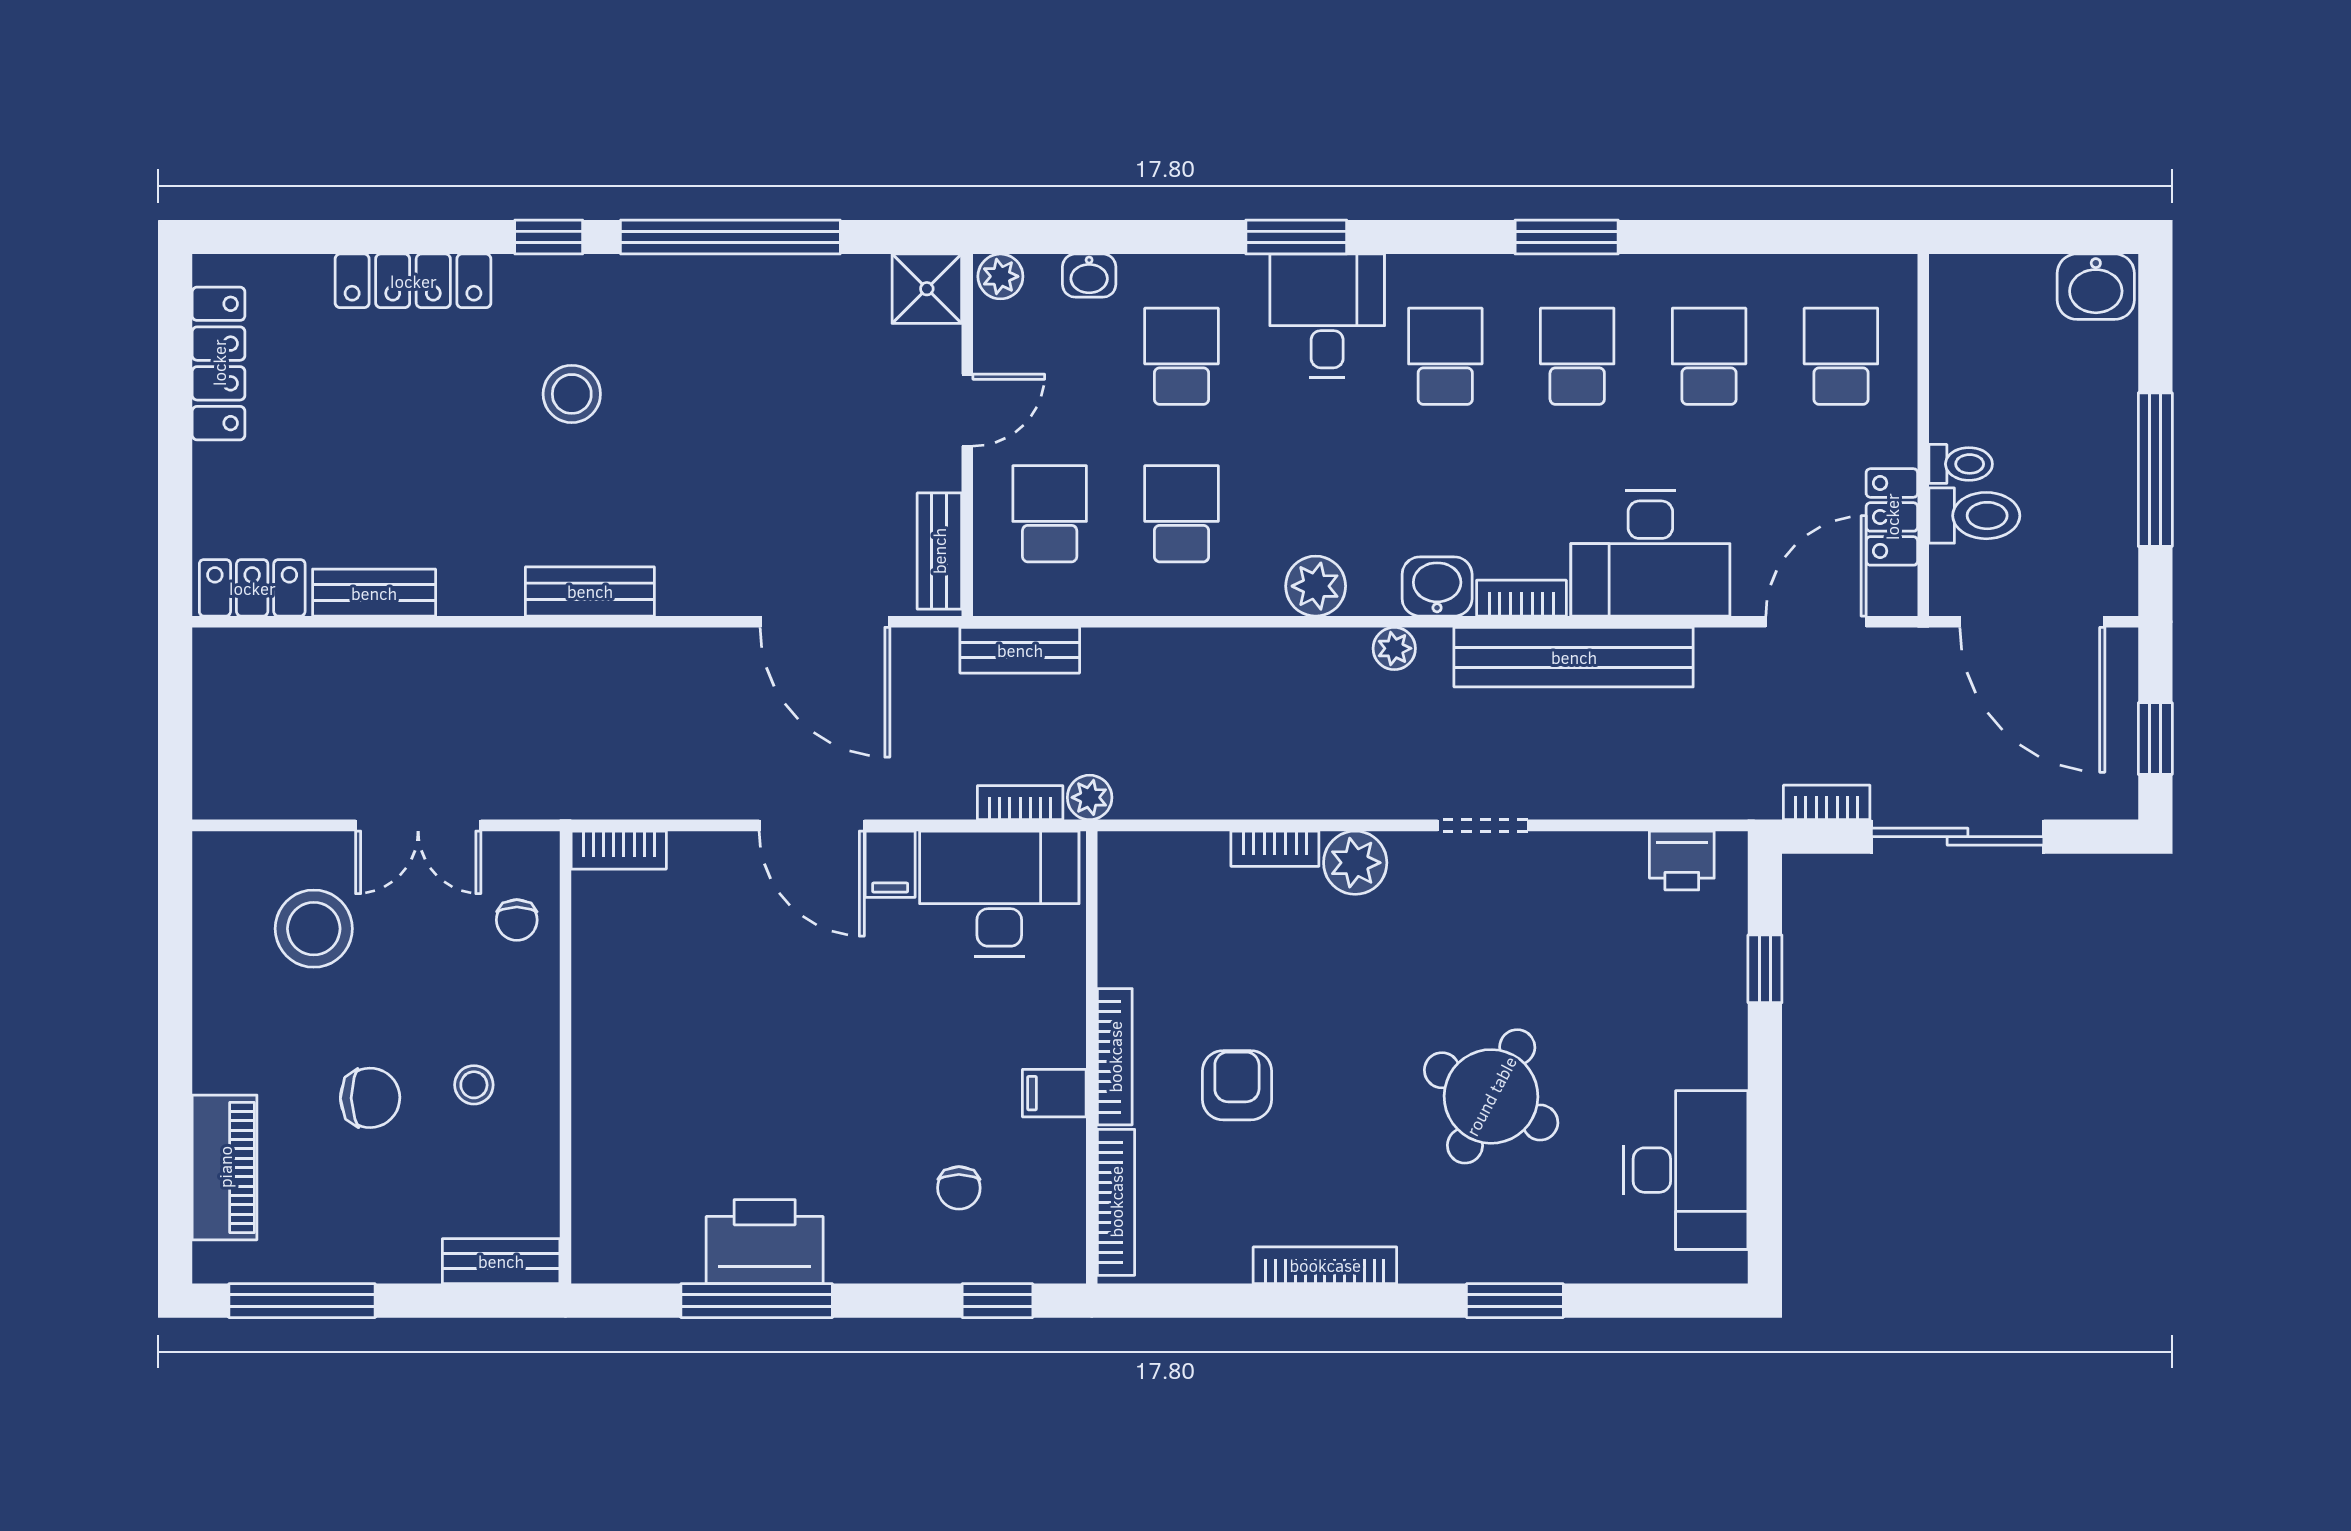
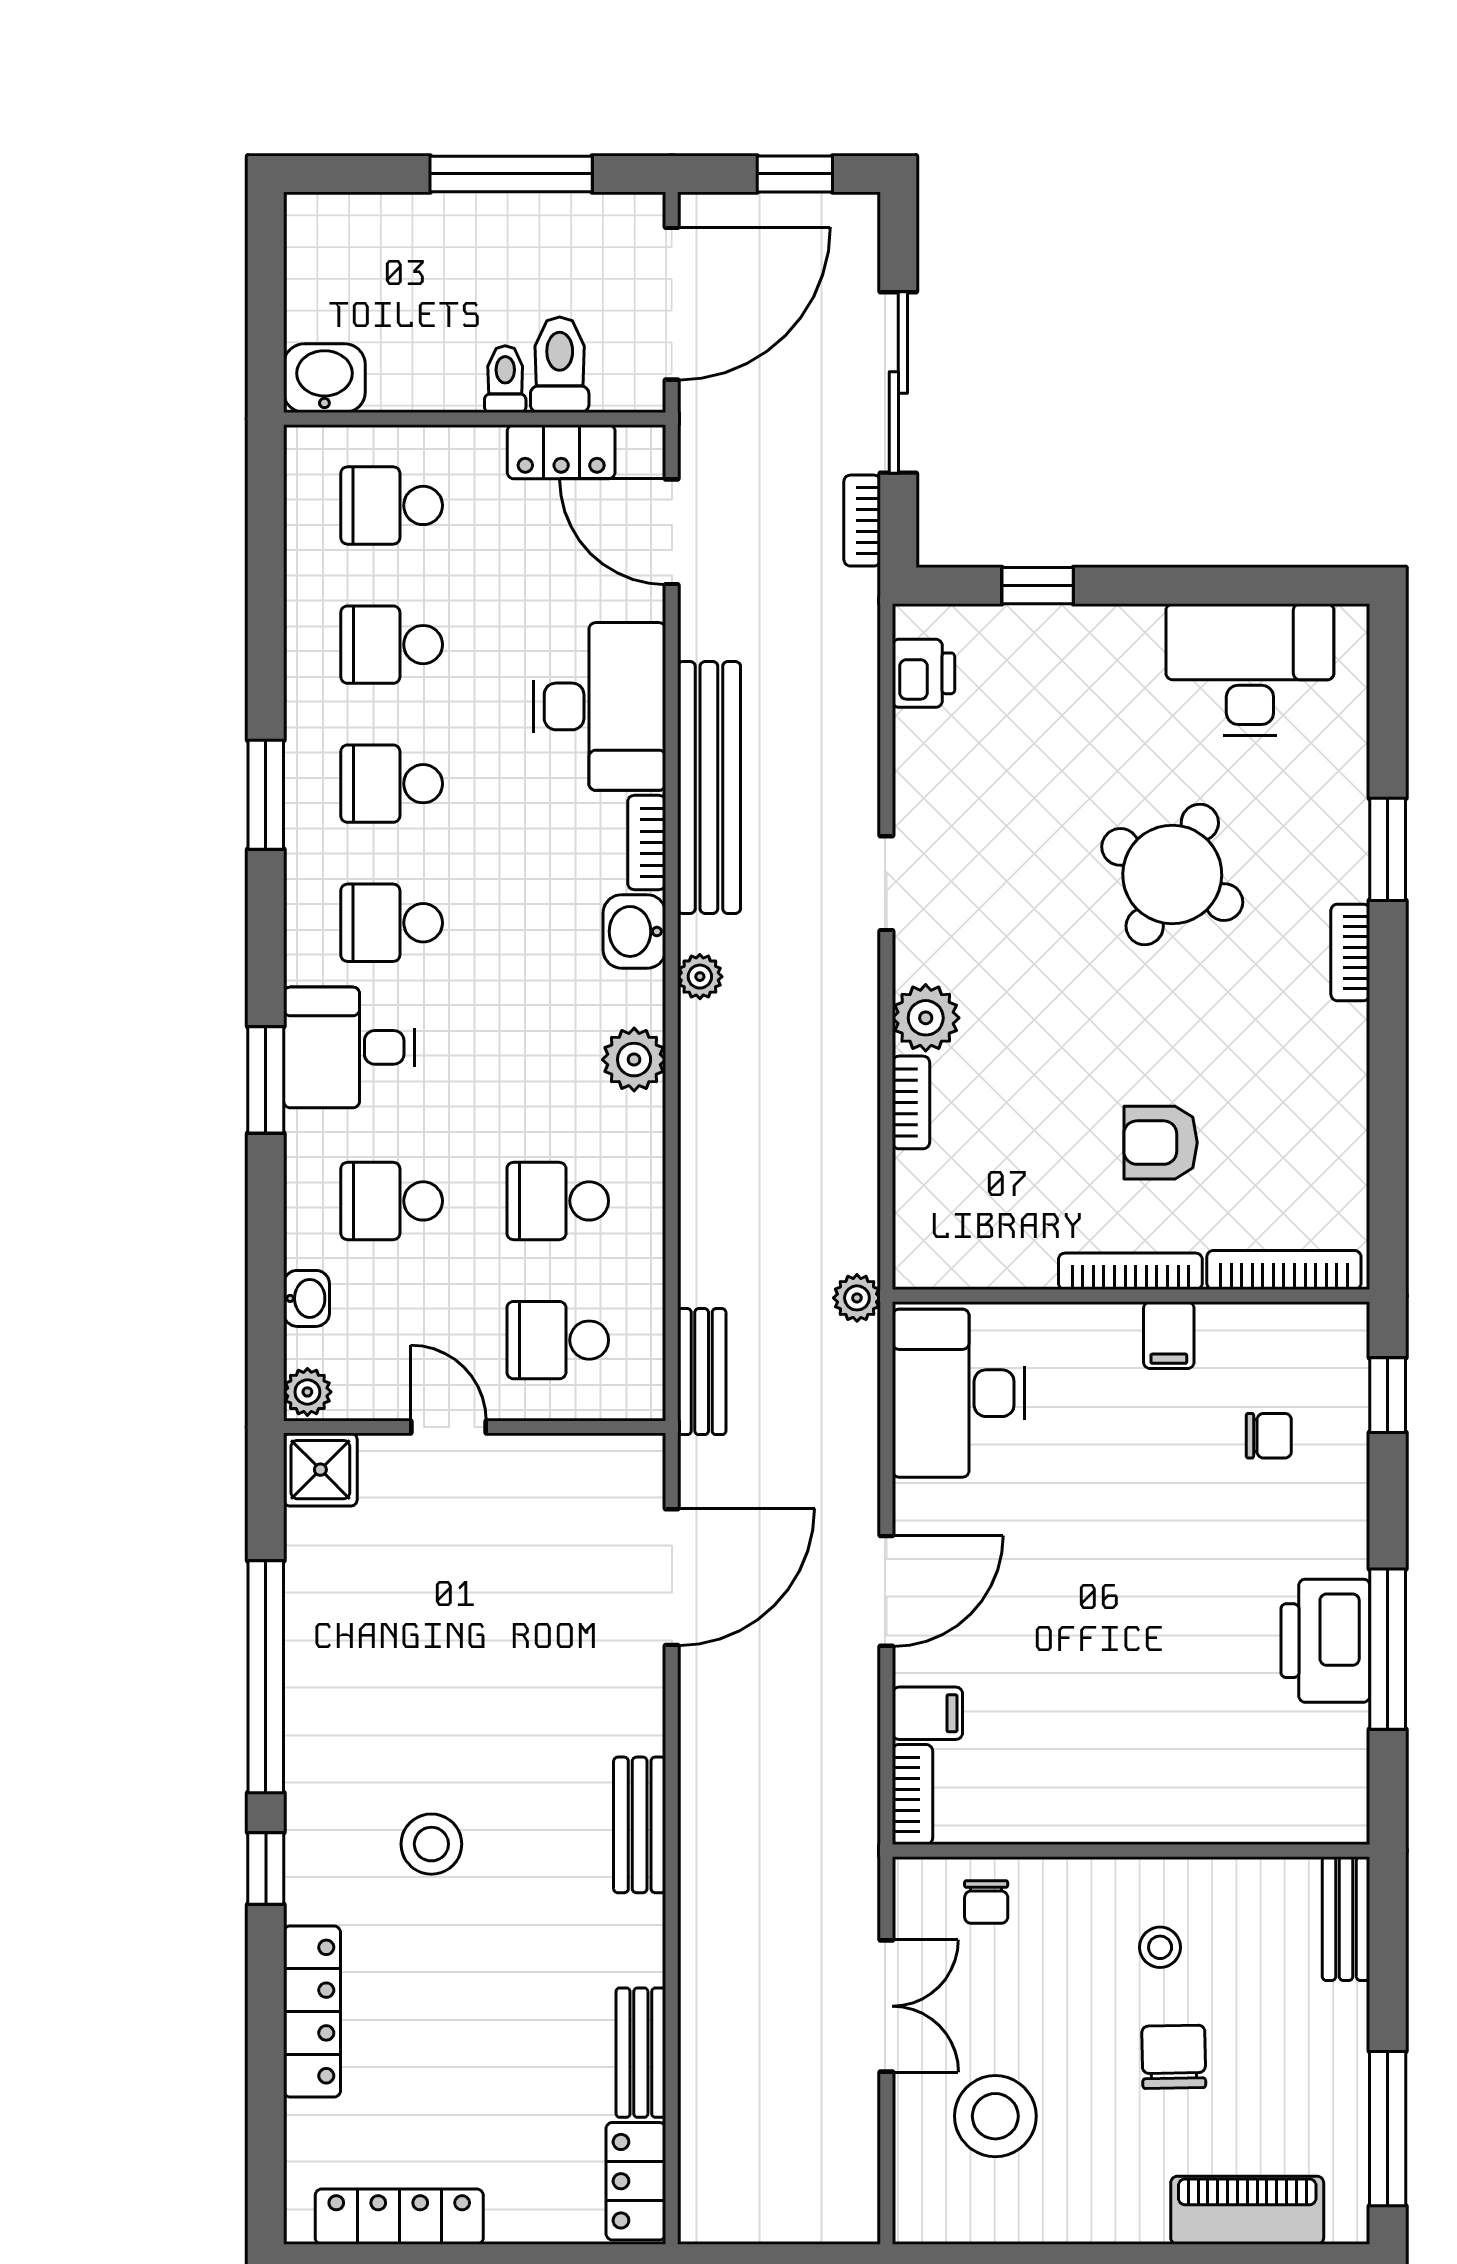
washbasin: (2096, 287) -> (324, 378), moved, turned -90
bench: (939, 551) -> (597, 1456), removed
bookcase: (1020, 803) -> (862, 1371), removed
filing cabinet: (890, 864) -> (927, 1713), moved
chair: (517, 920) -> (986, 1902), turned 90
bookcase: (1325, 1265) -> (1350, 952), moved, width x0.64

